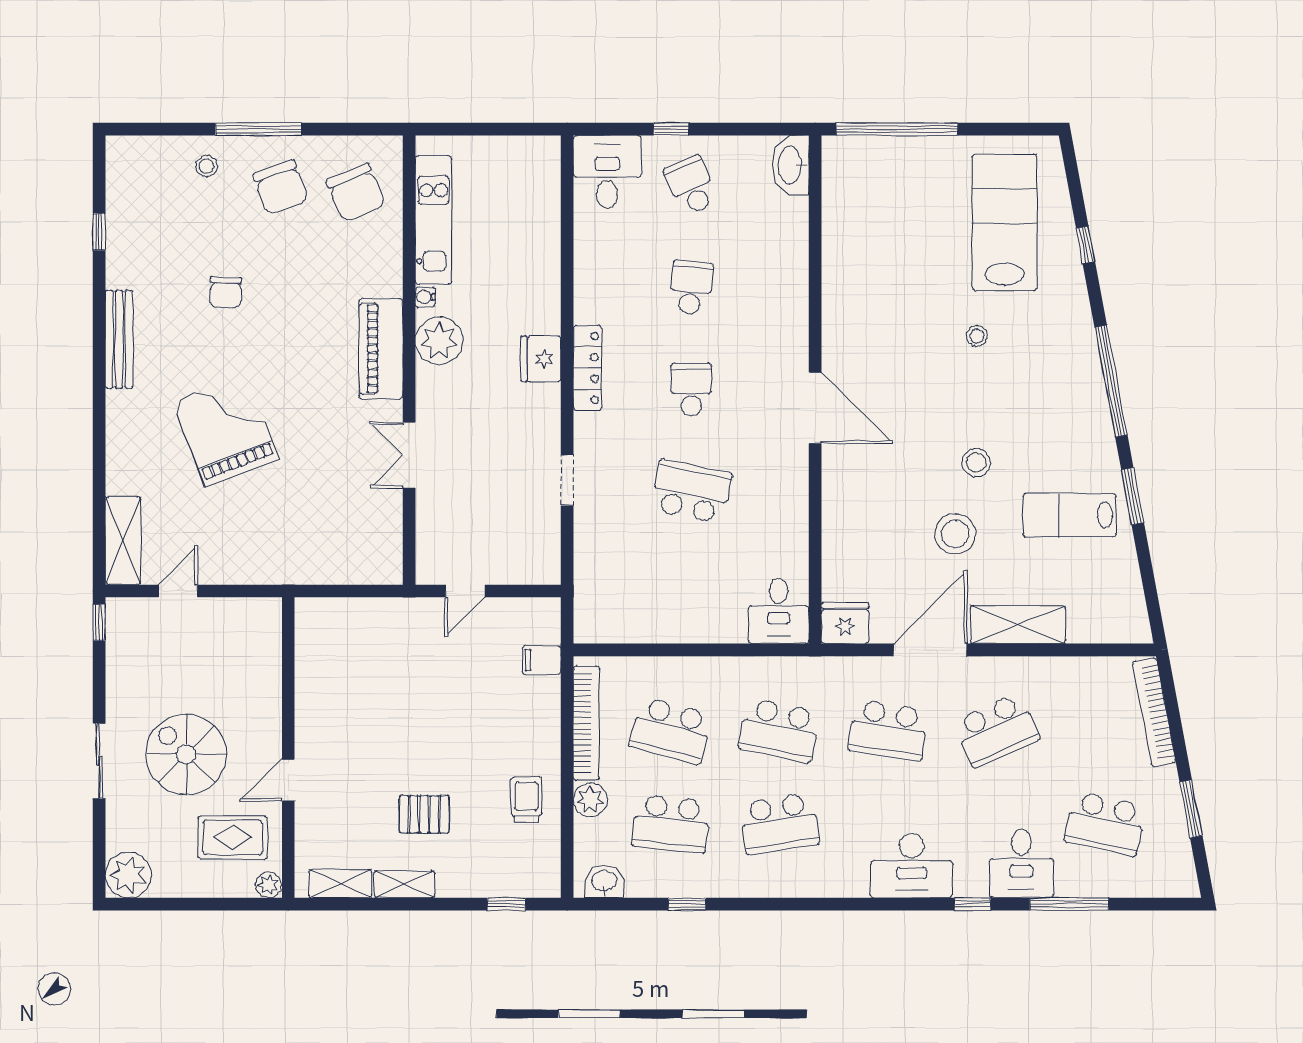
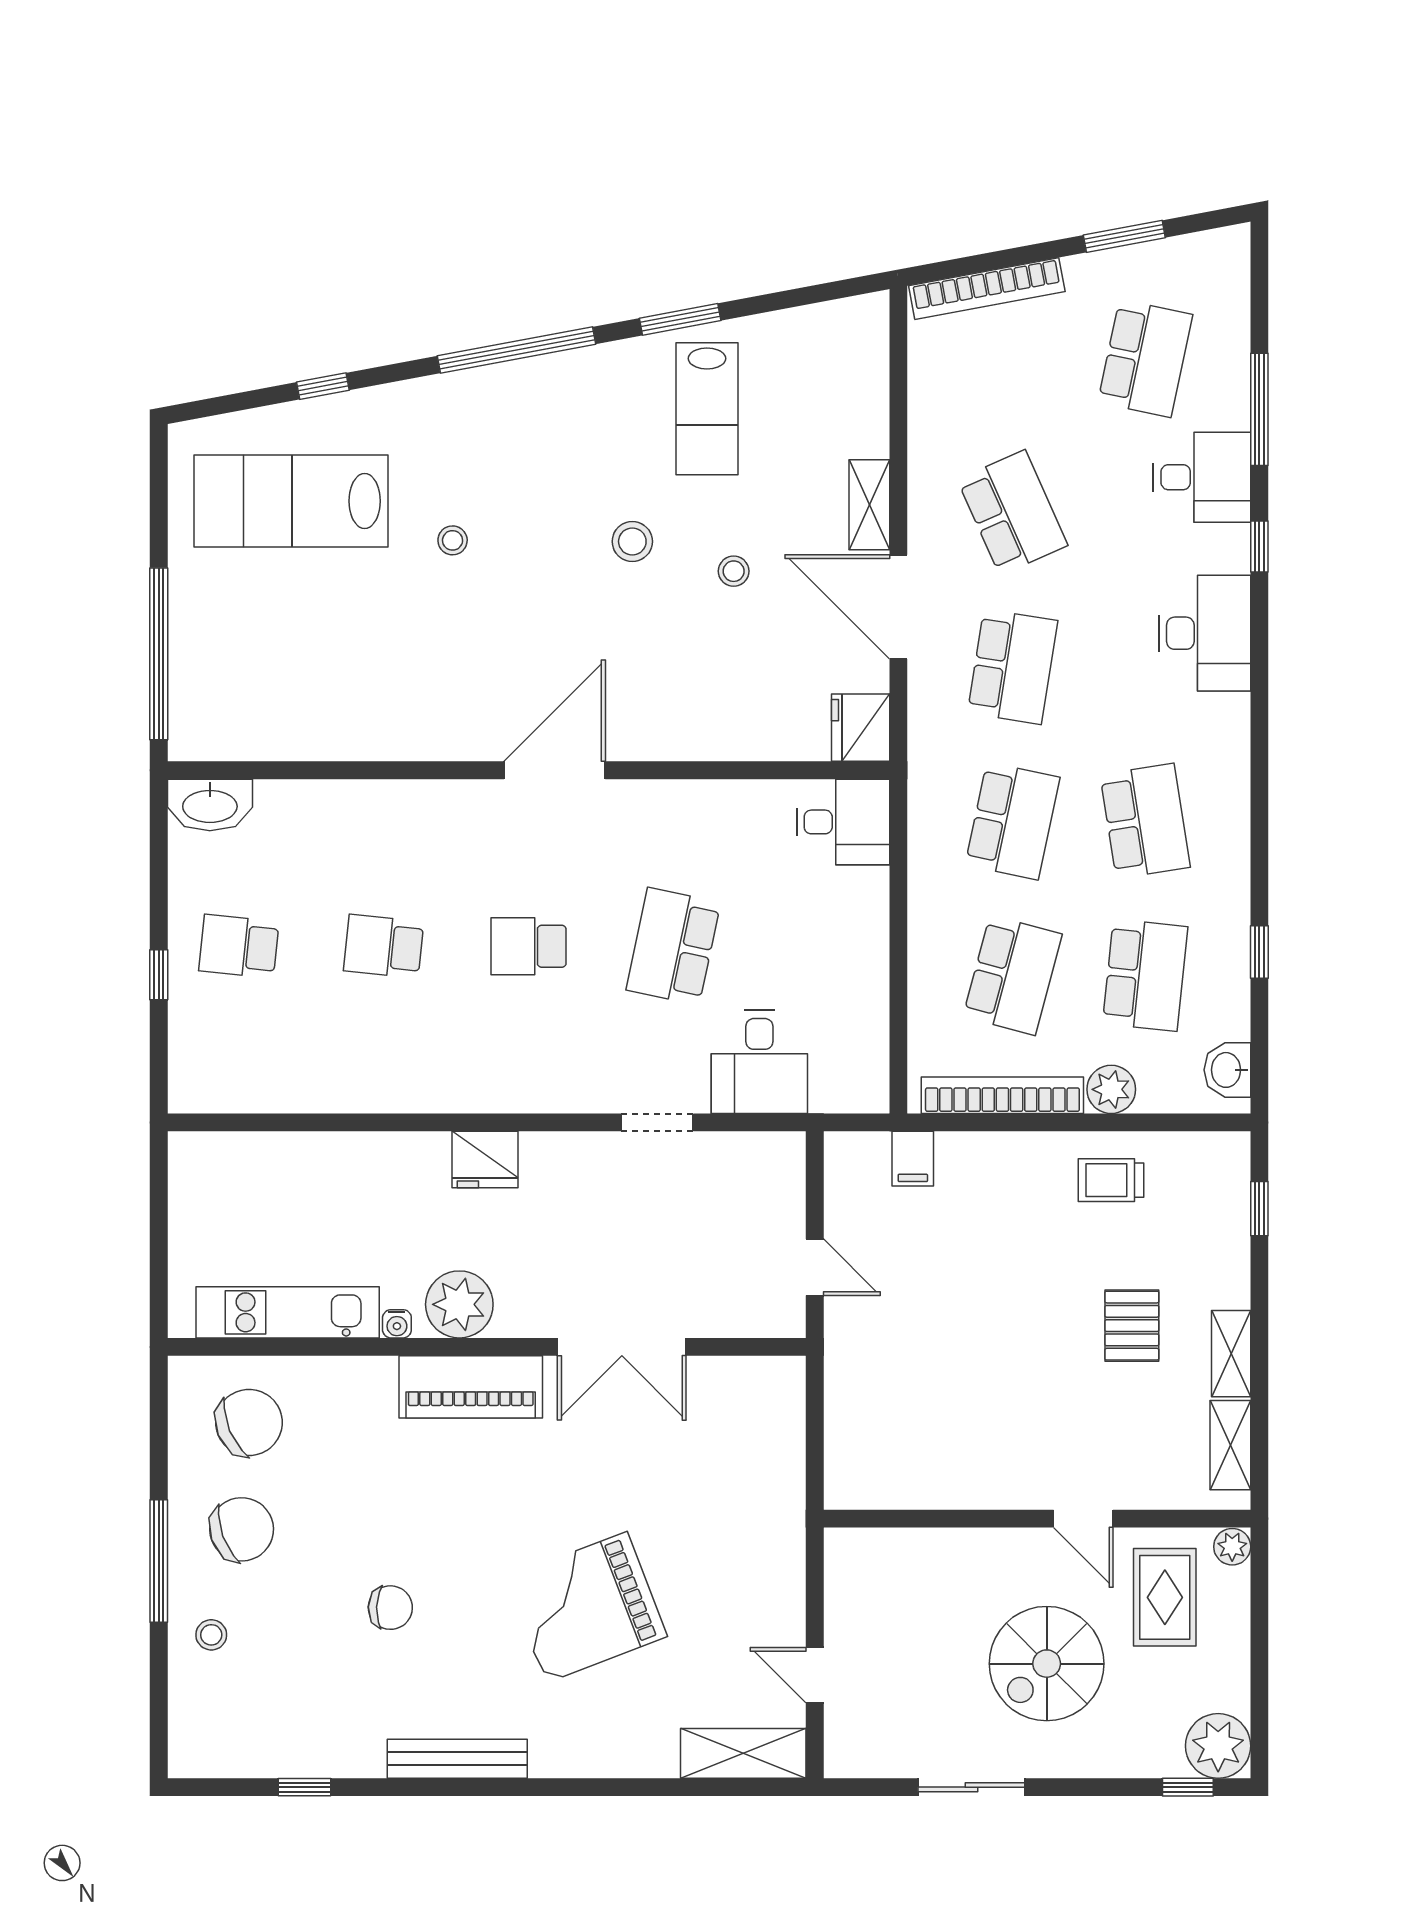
desk: (607, 172) -> (759, 1062), moved, turned -90
school desk: (691, 186) -> (239, 946), turned 30
locker: (588, 368) -> (498, 1094), removed
double door: (409, 455) -> (622, 1347), width x1.37
stool: (955, 534) -> (734, 571), width x0.53, depth x0.53
window: (99, 622) -> (1188, 1787), moved
shelving: (1018, 625) -> (869, 505), width x0.67, depth x0.75
sliding door: (99, 761) -> (971, 1787), moved

